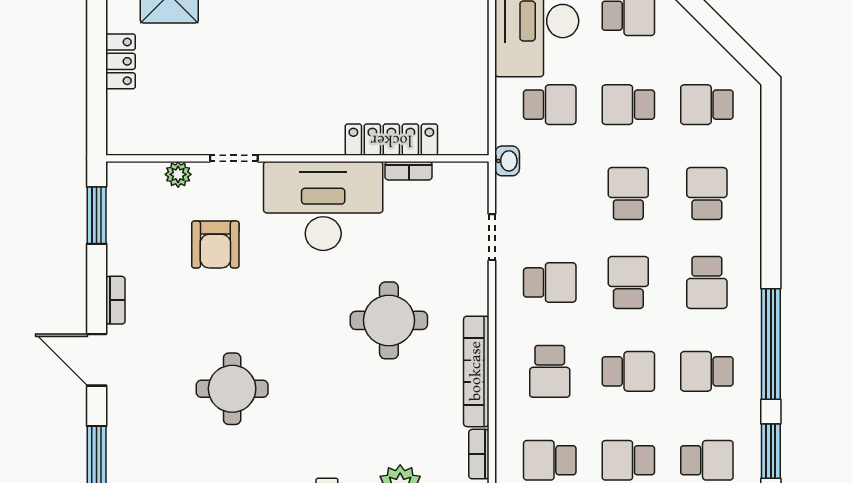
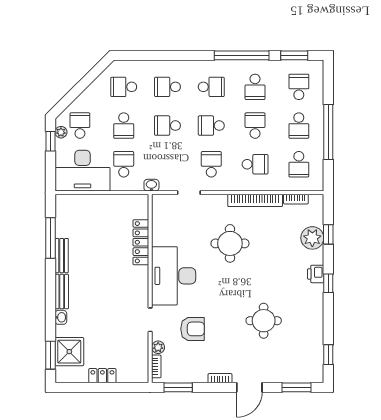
school desk: (707, 105) -> (124, 87), turned 90
bookcase: (409, 171) -> (156, 366), moved

